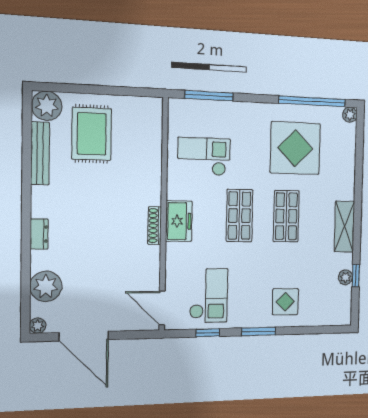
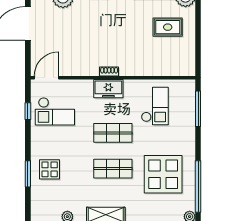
rug: (92, 134) -> (168, 27), width x0.73, depth x0.70
shoe rack: (155, 226) -> (109, 71), width x0.70
window: (259, 331) -> (28, 174), moved

